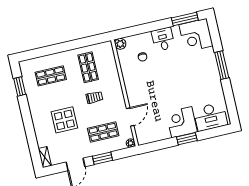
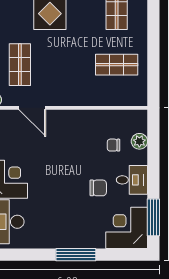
plant: (120, 44) -> (139, 141), moved
chair: (174, 61) -> (98, 188), added
trolley: (94, 97) -> (72, 64), removed

